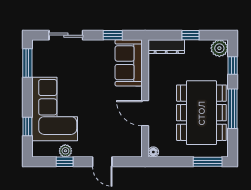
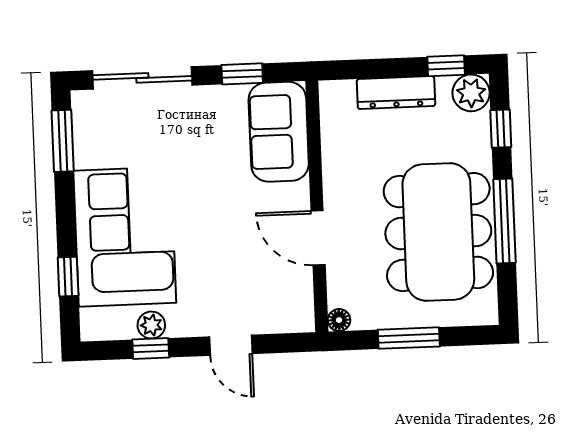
sliding door: (66, 35) -> (142, 78), width x1.37
window: (191, 35) -> (446, 66), moved
dresser: (166, 47) -> (396, 93), moved
window: (208, 162) -> (409, 338), moved

